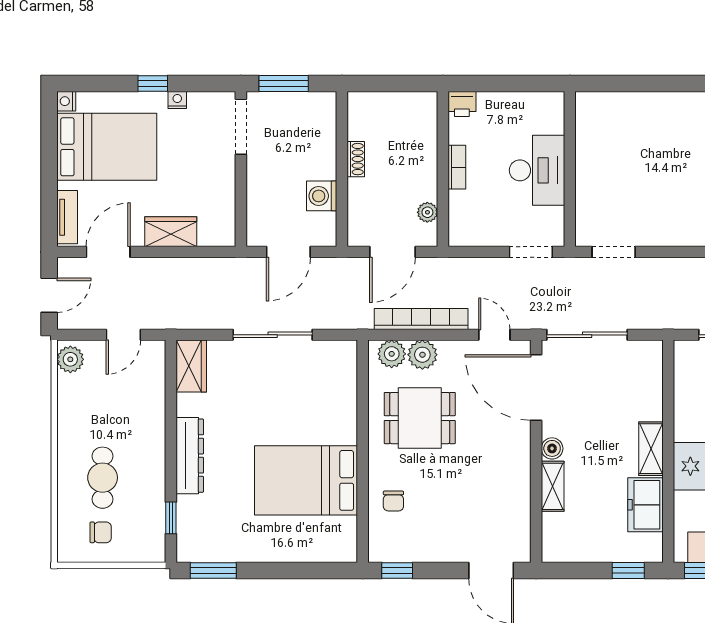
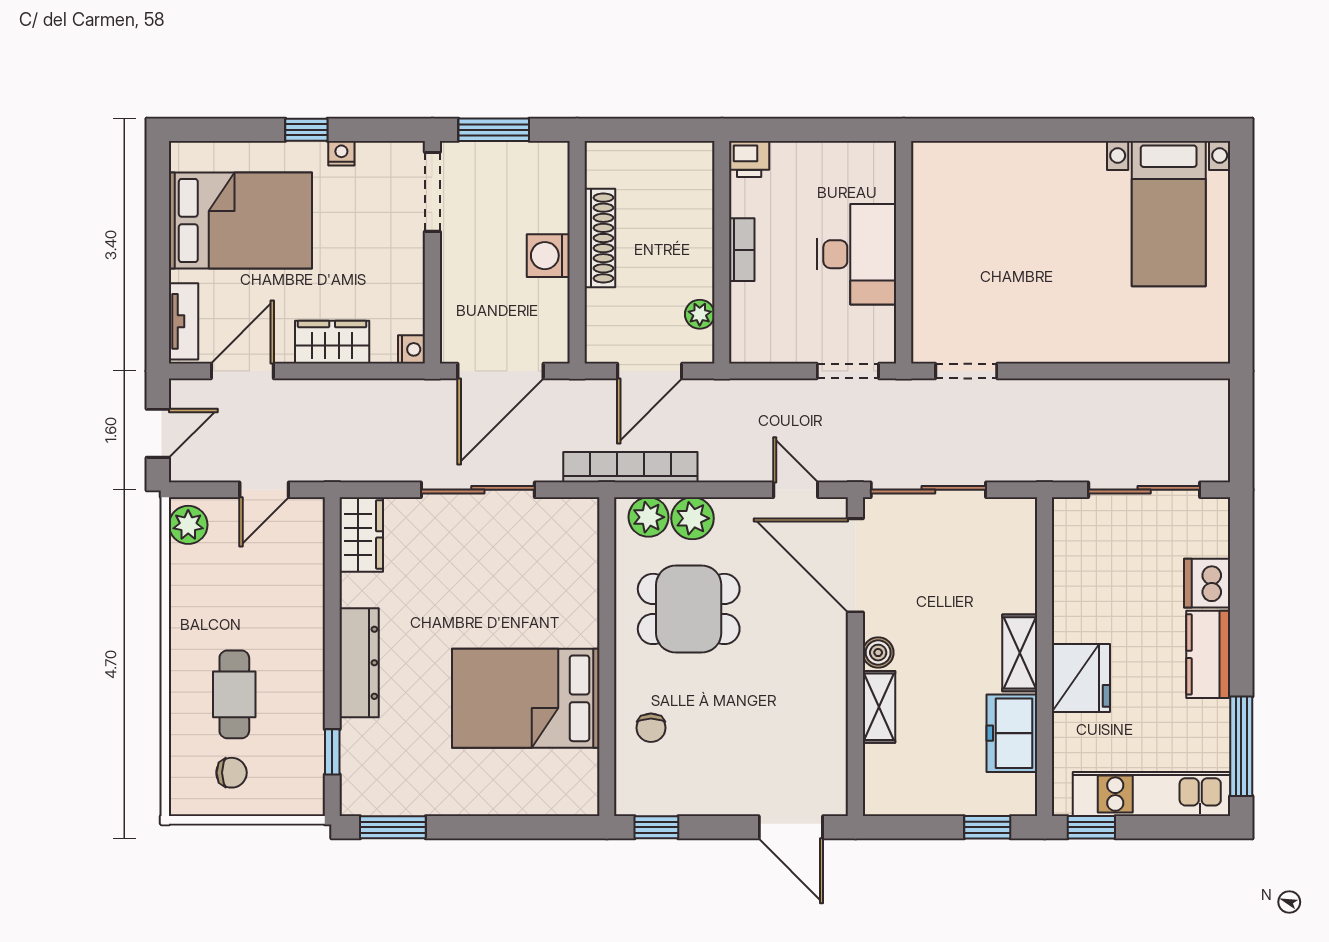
nightstand: (66, 101) -> (412, 349), moved, turned 180
shoe rack: (356, 159) -> (600, 238), width x1.94, depth x1.24
washing machine: (322, 196) -> (548, 256), moved
door: (288, 252) -> (501, 371), width x1.36
bookcase: (421, 319) -> (630, 467), moved

